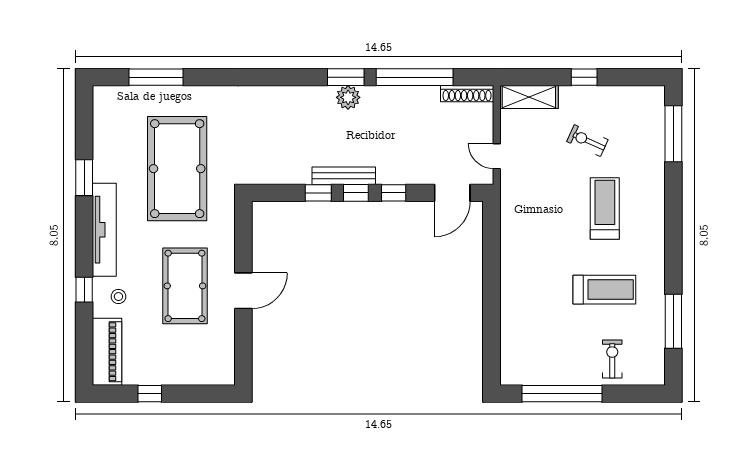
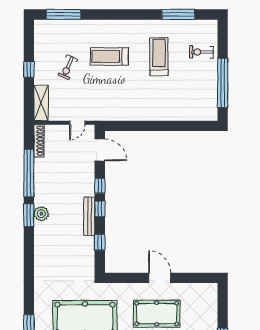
window: (318, 193) -> (100, 242), moved

